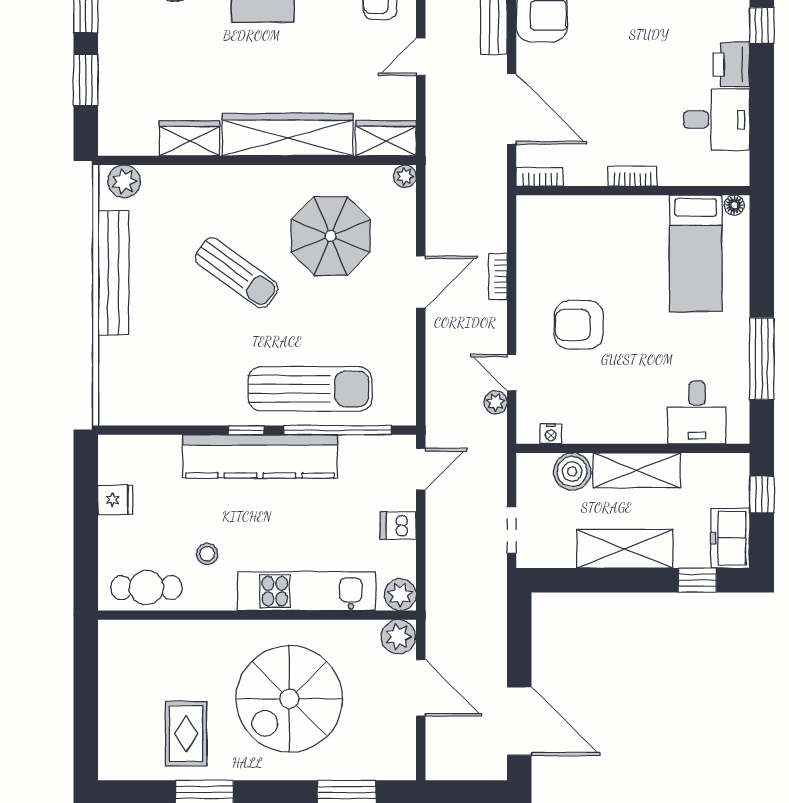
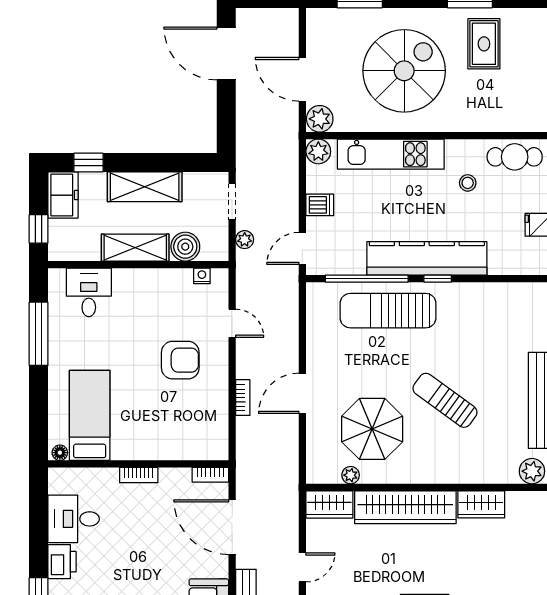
plant: (405, 176) -> (351, 475), moved
plant: (496, 402) -> (245, 240), moved

